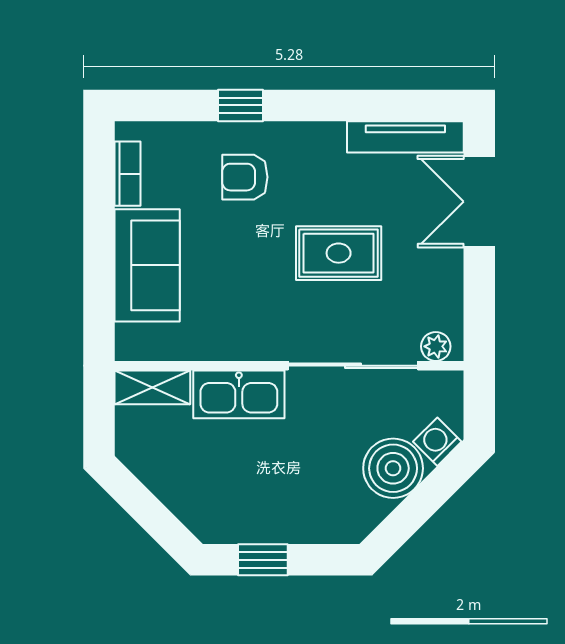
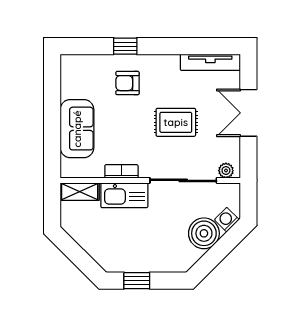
bookcase: (127, 174) -> (121, 171), moved, turned -90
double door: (479, 202) -> (248, 113), moved

